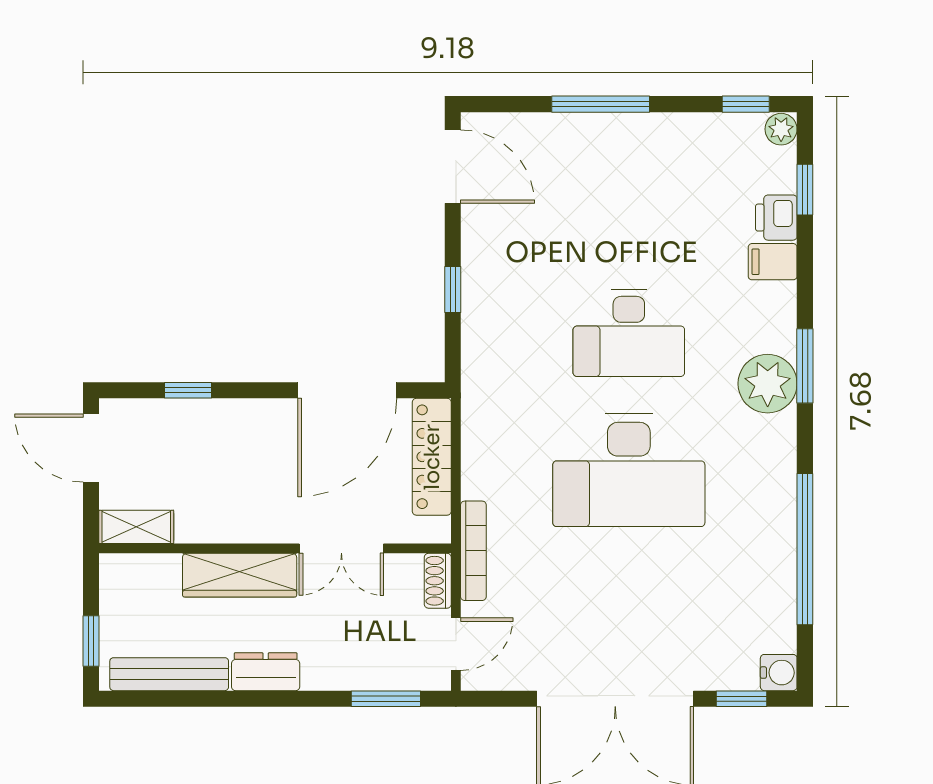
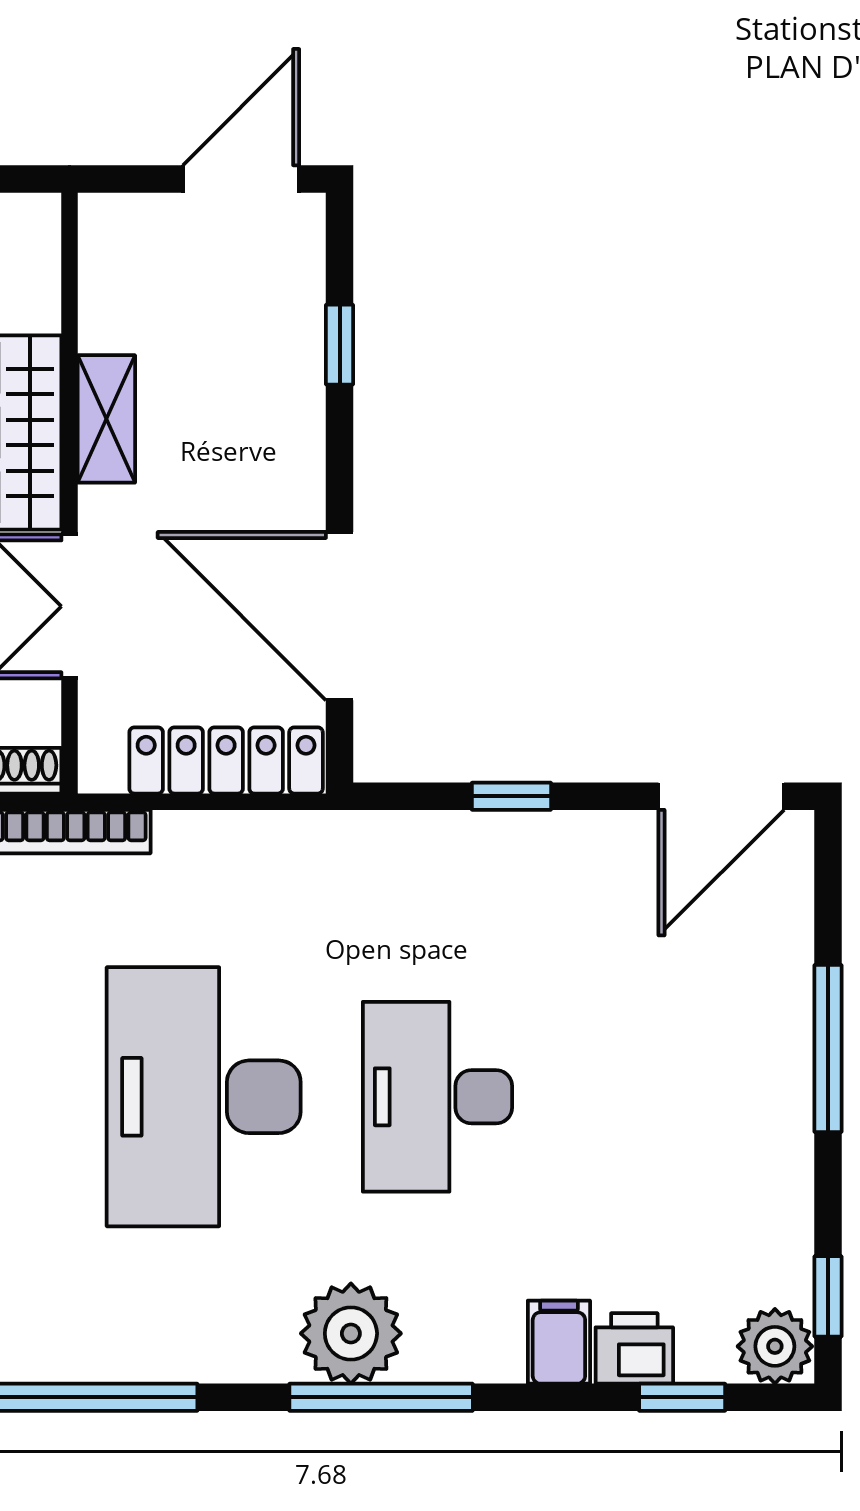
plant: (781, 129) -> (775, 1346), width x1.38, depth x1.38
window: (805, 366) -> (381, 1397), width x1.44
shelving: (136, 527) -> (106, 419), moved

